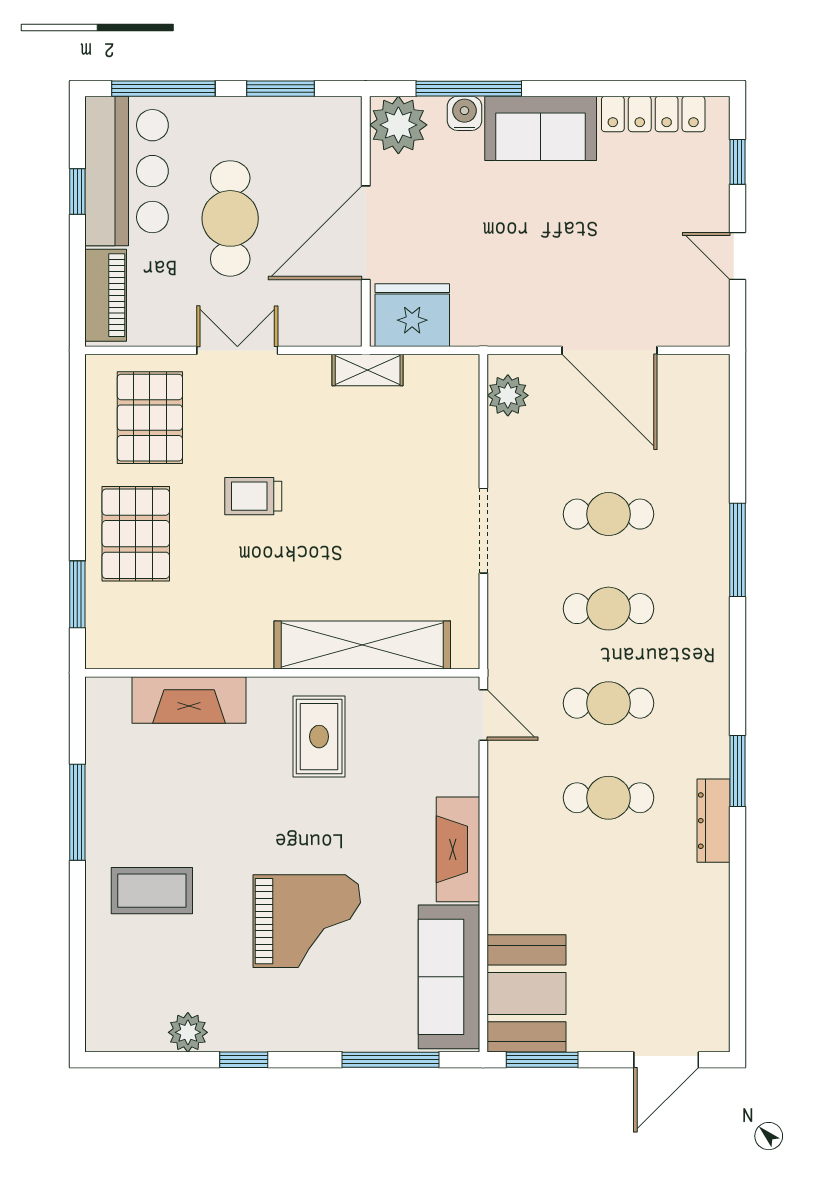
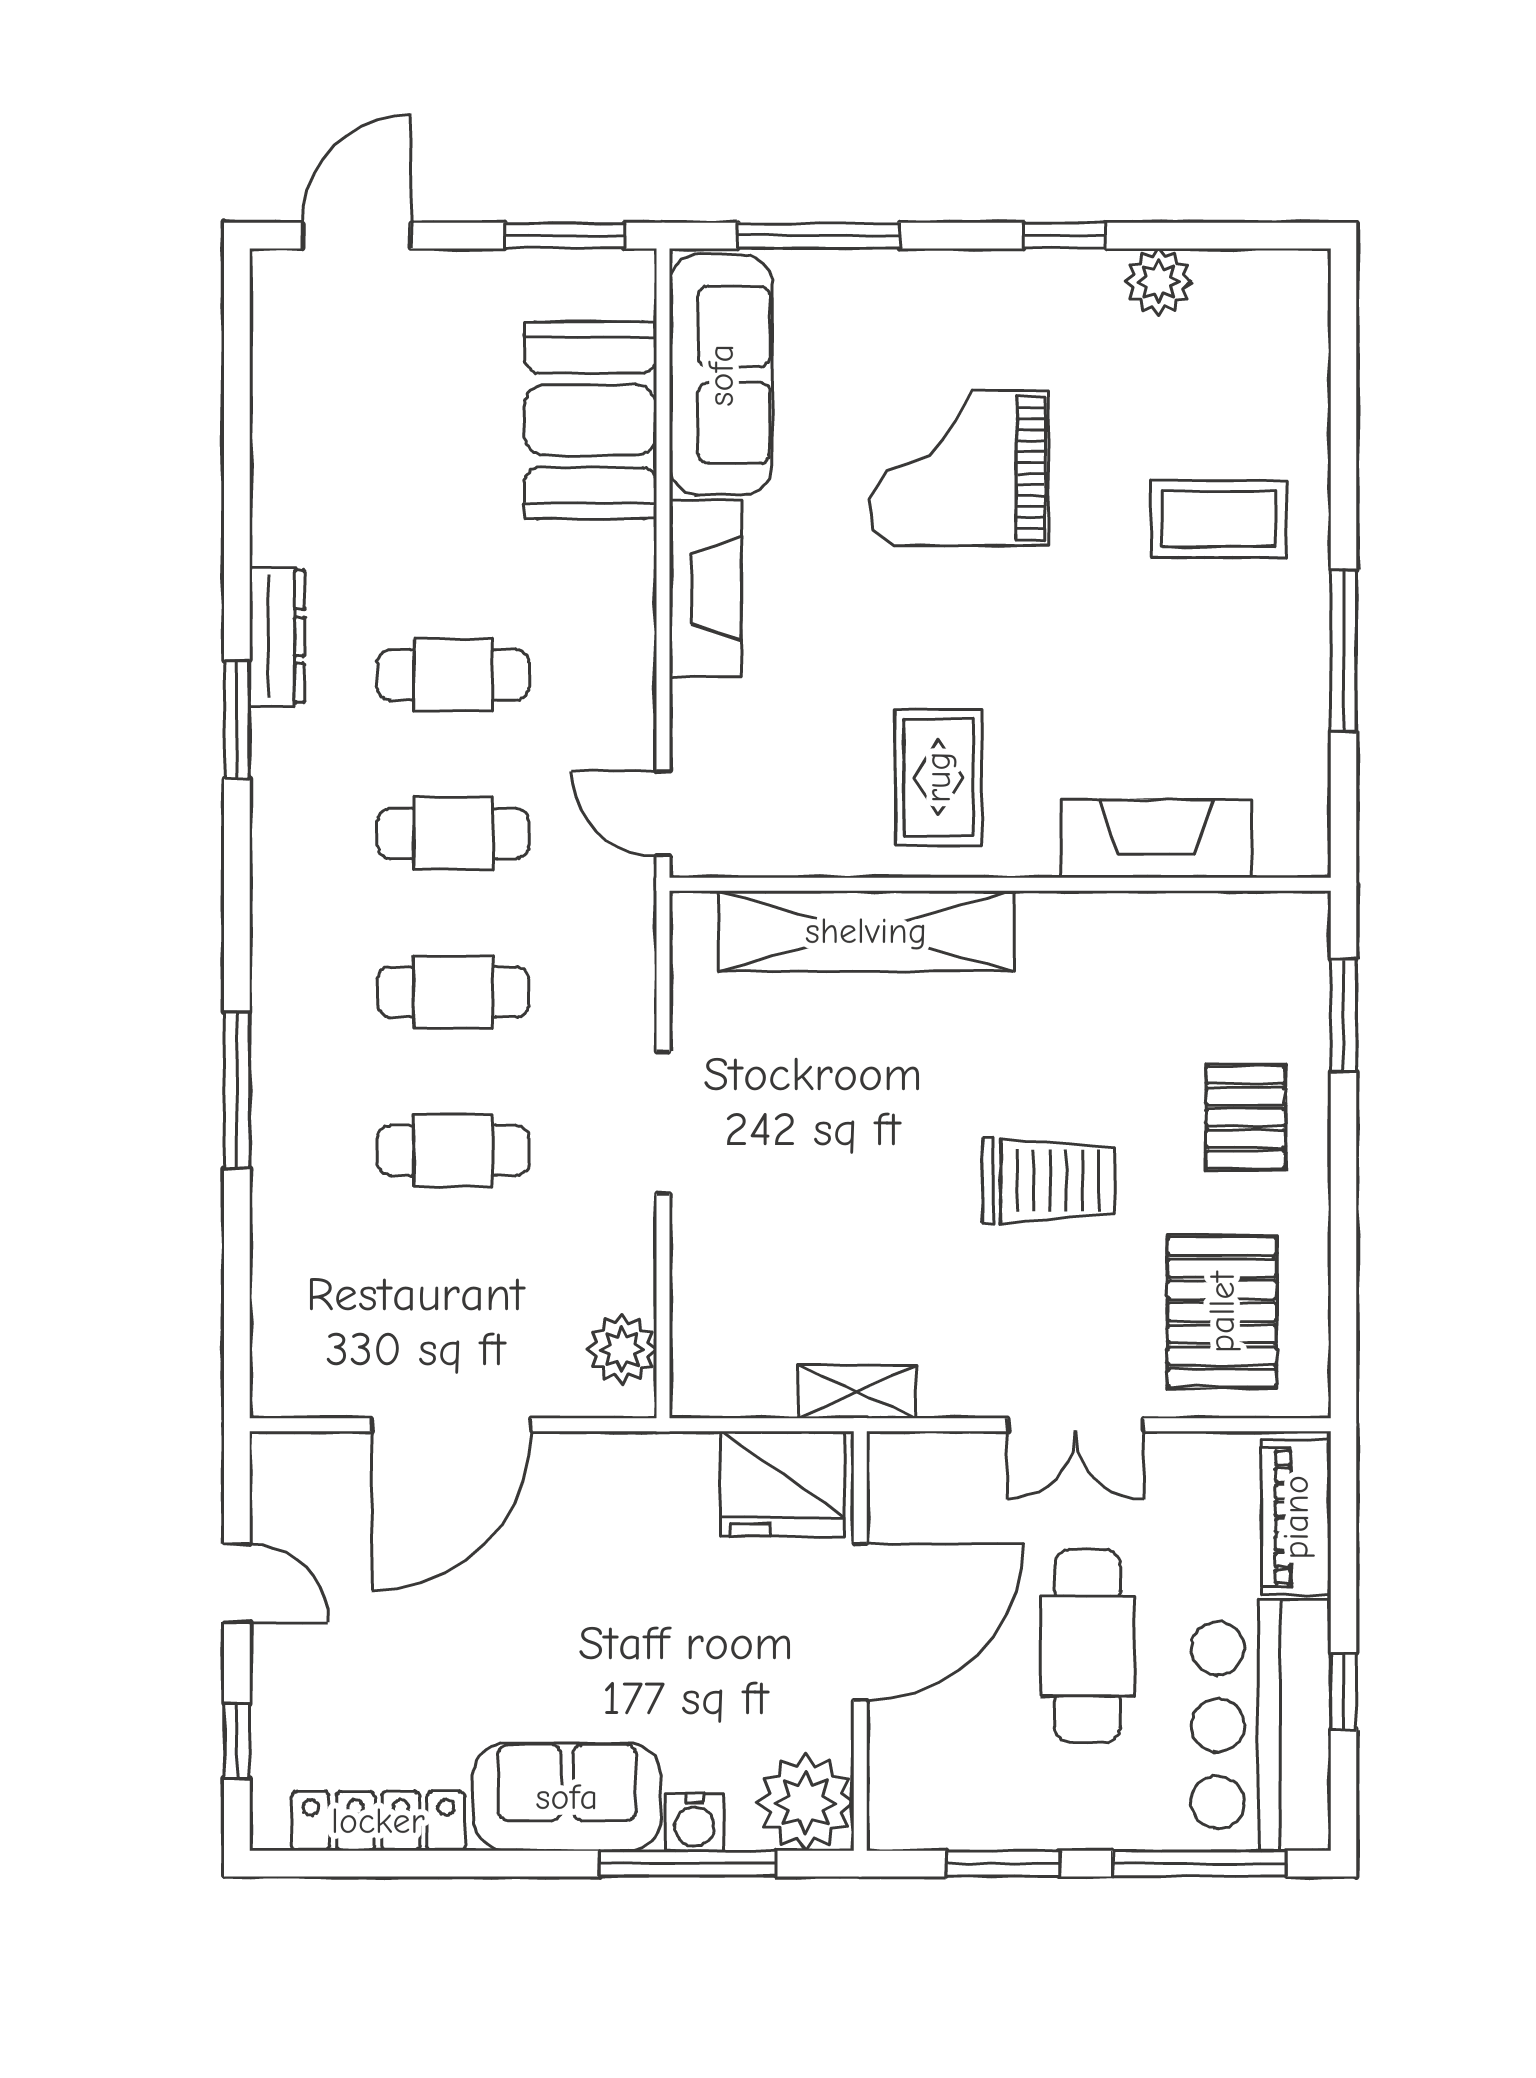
door: (609, 350) -> (452, 1425), swing flipped
trolley: (253, 496) -> (1049, 1181), width x1.36, depth x1.39
pallet: (136, 534) -> (1246, 1117), width x0.67, depth x0.71
booth: (527, 993) -> (591, 420), moved

